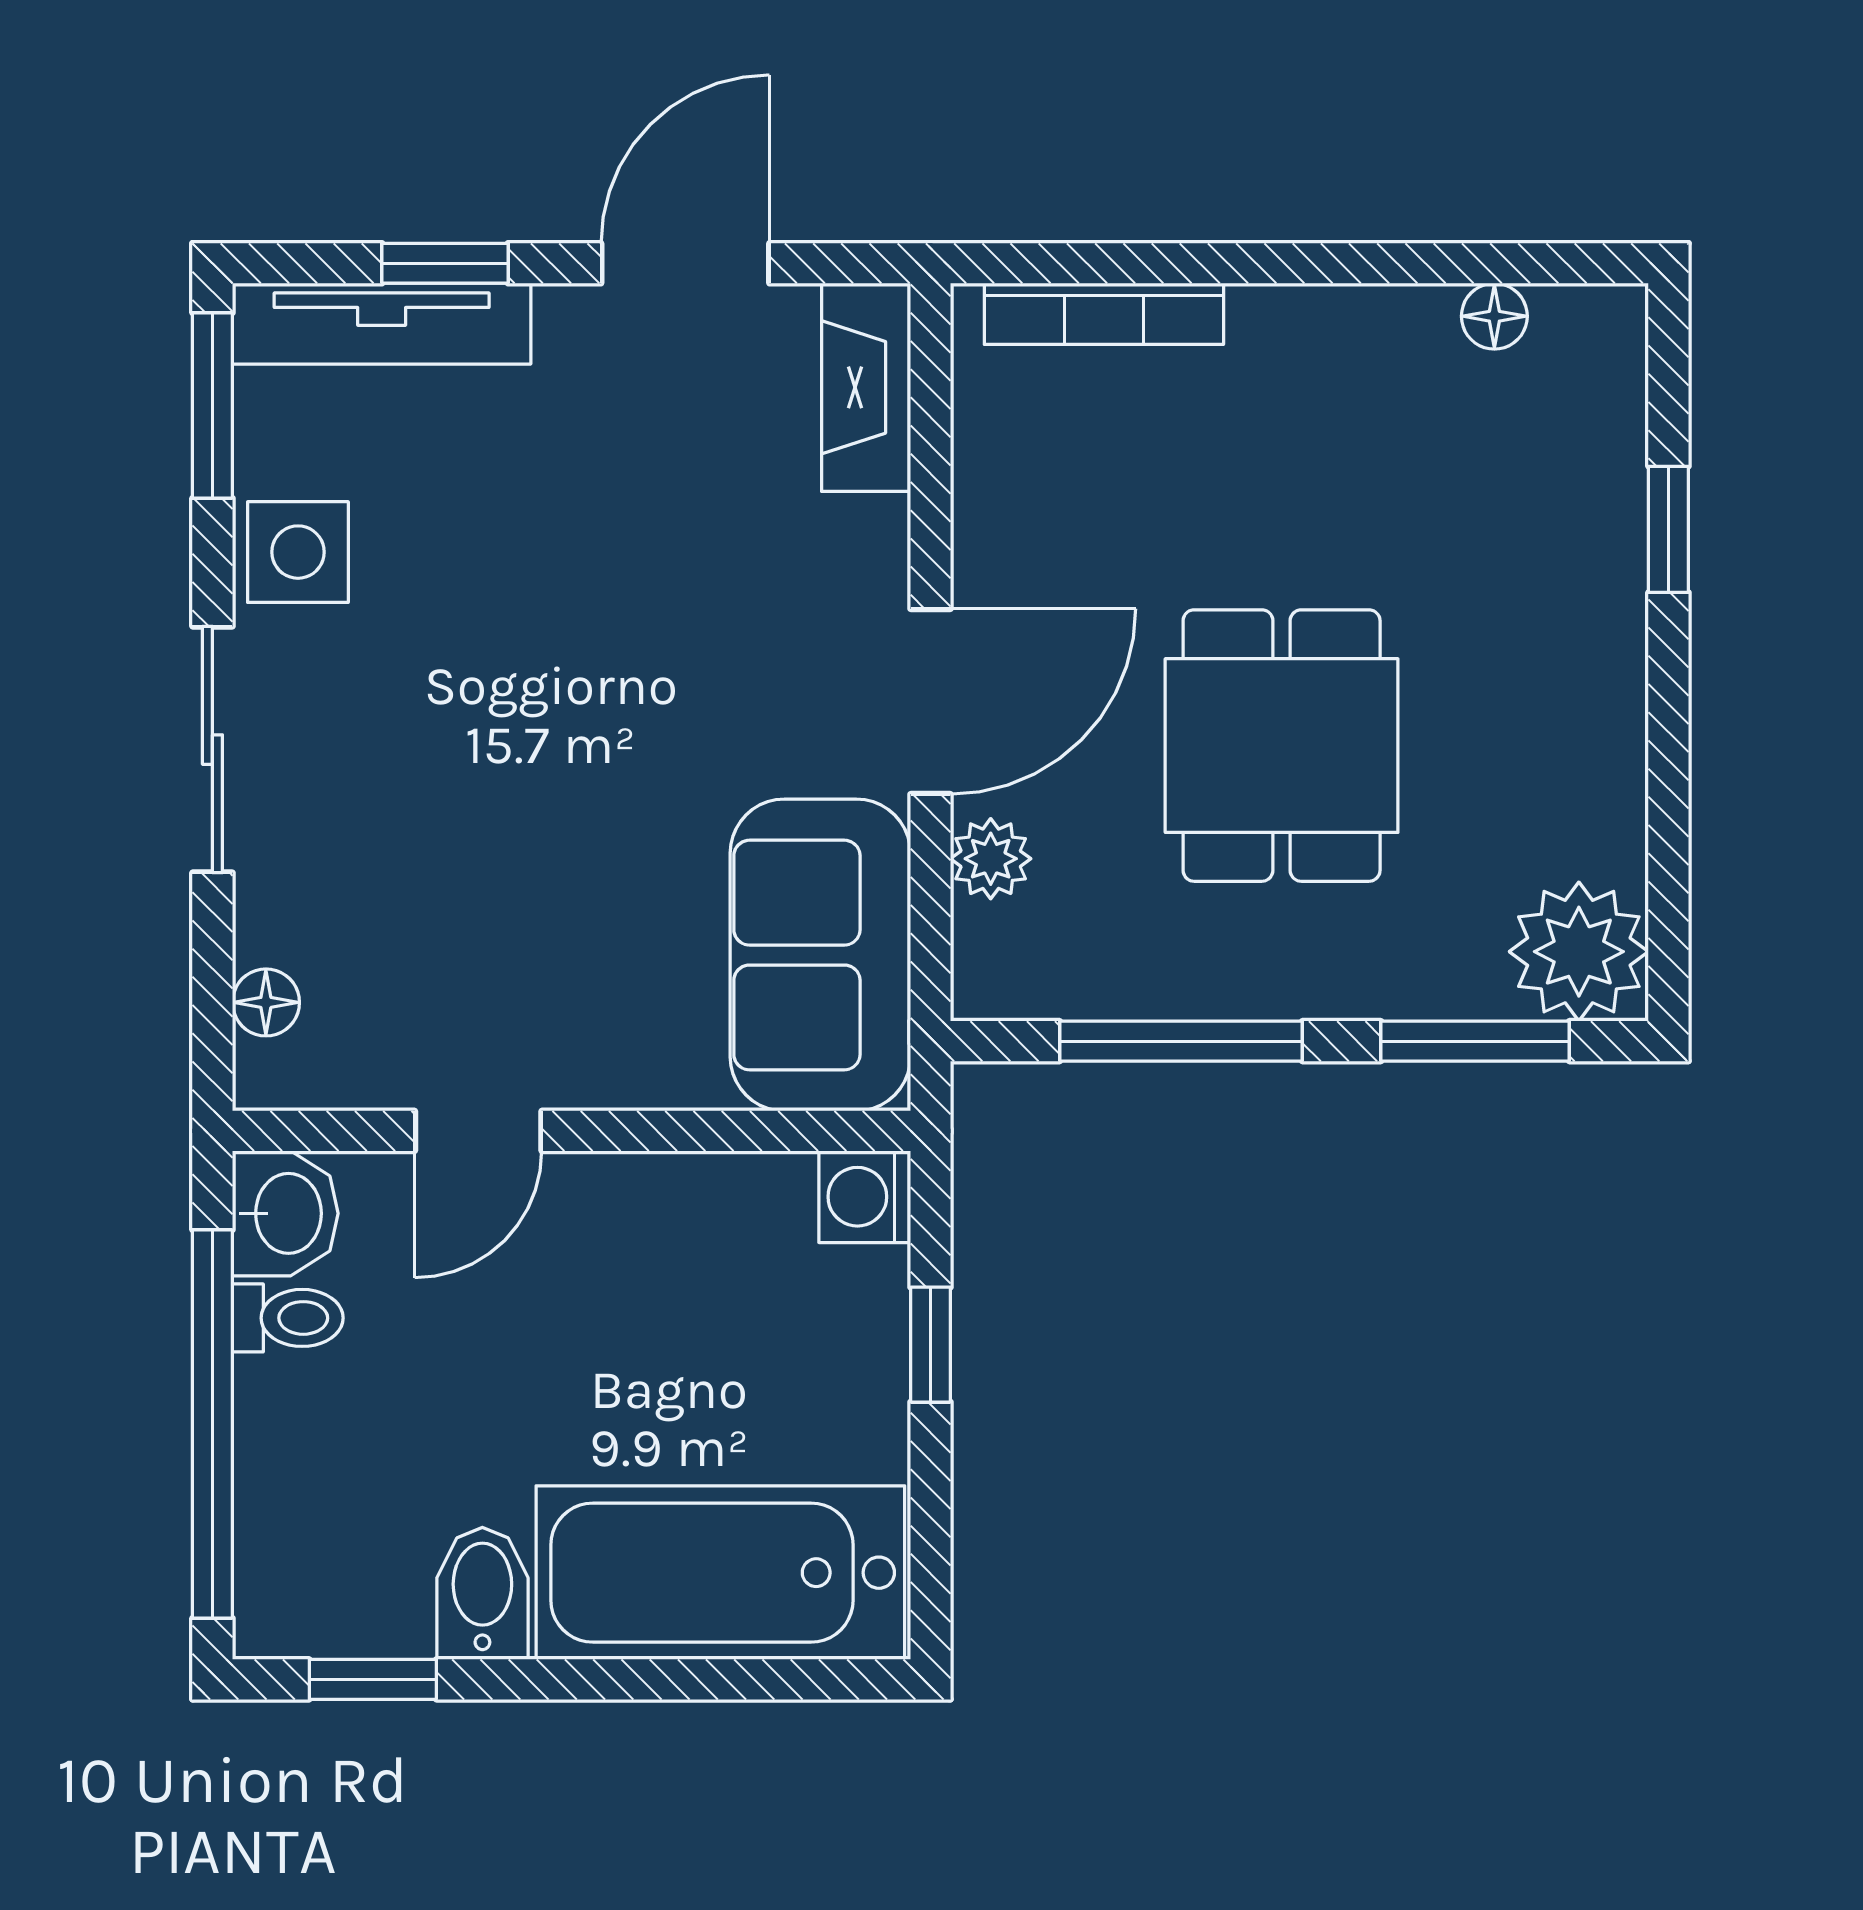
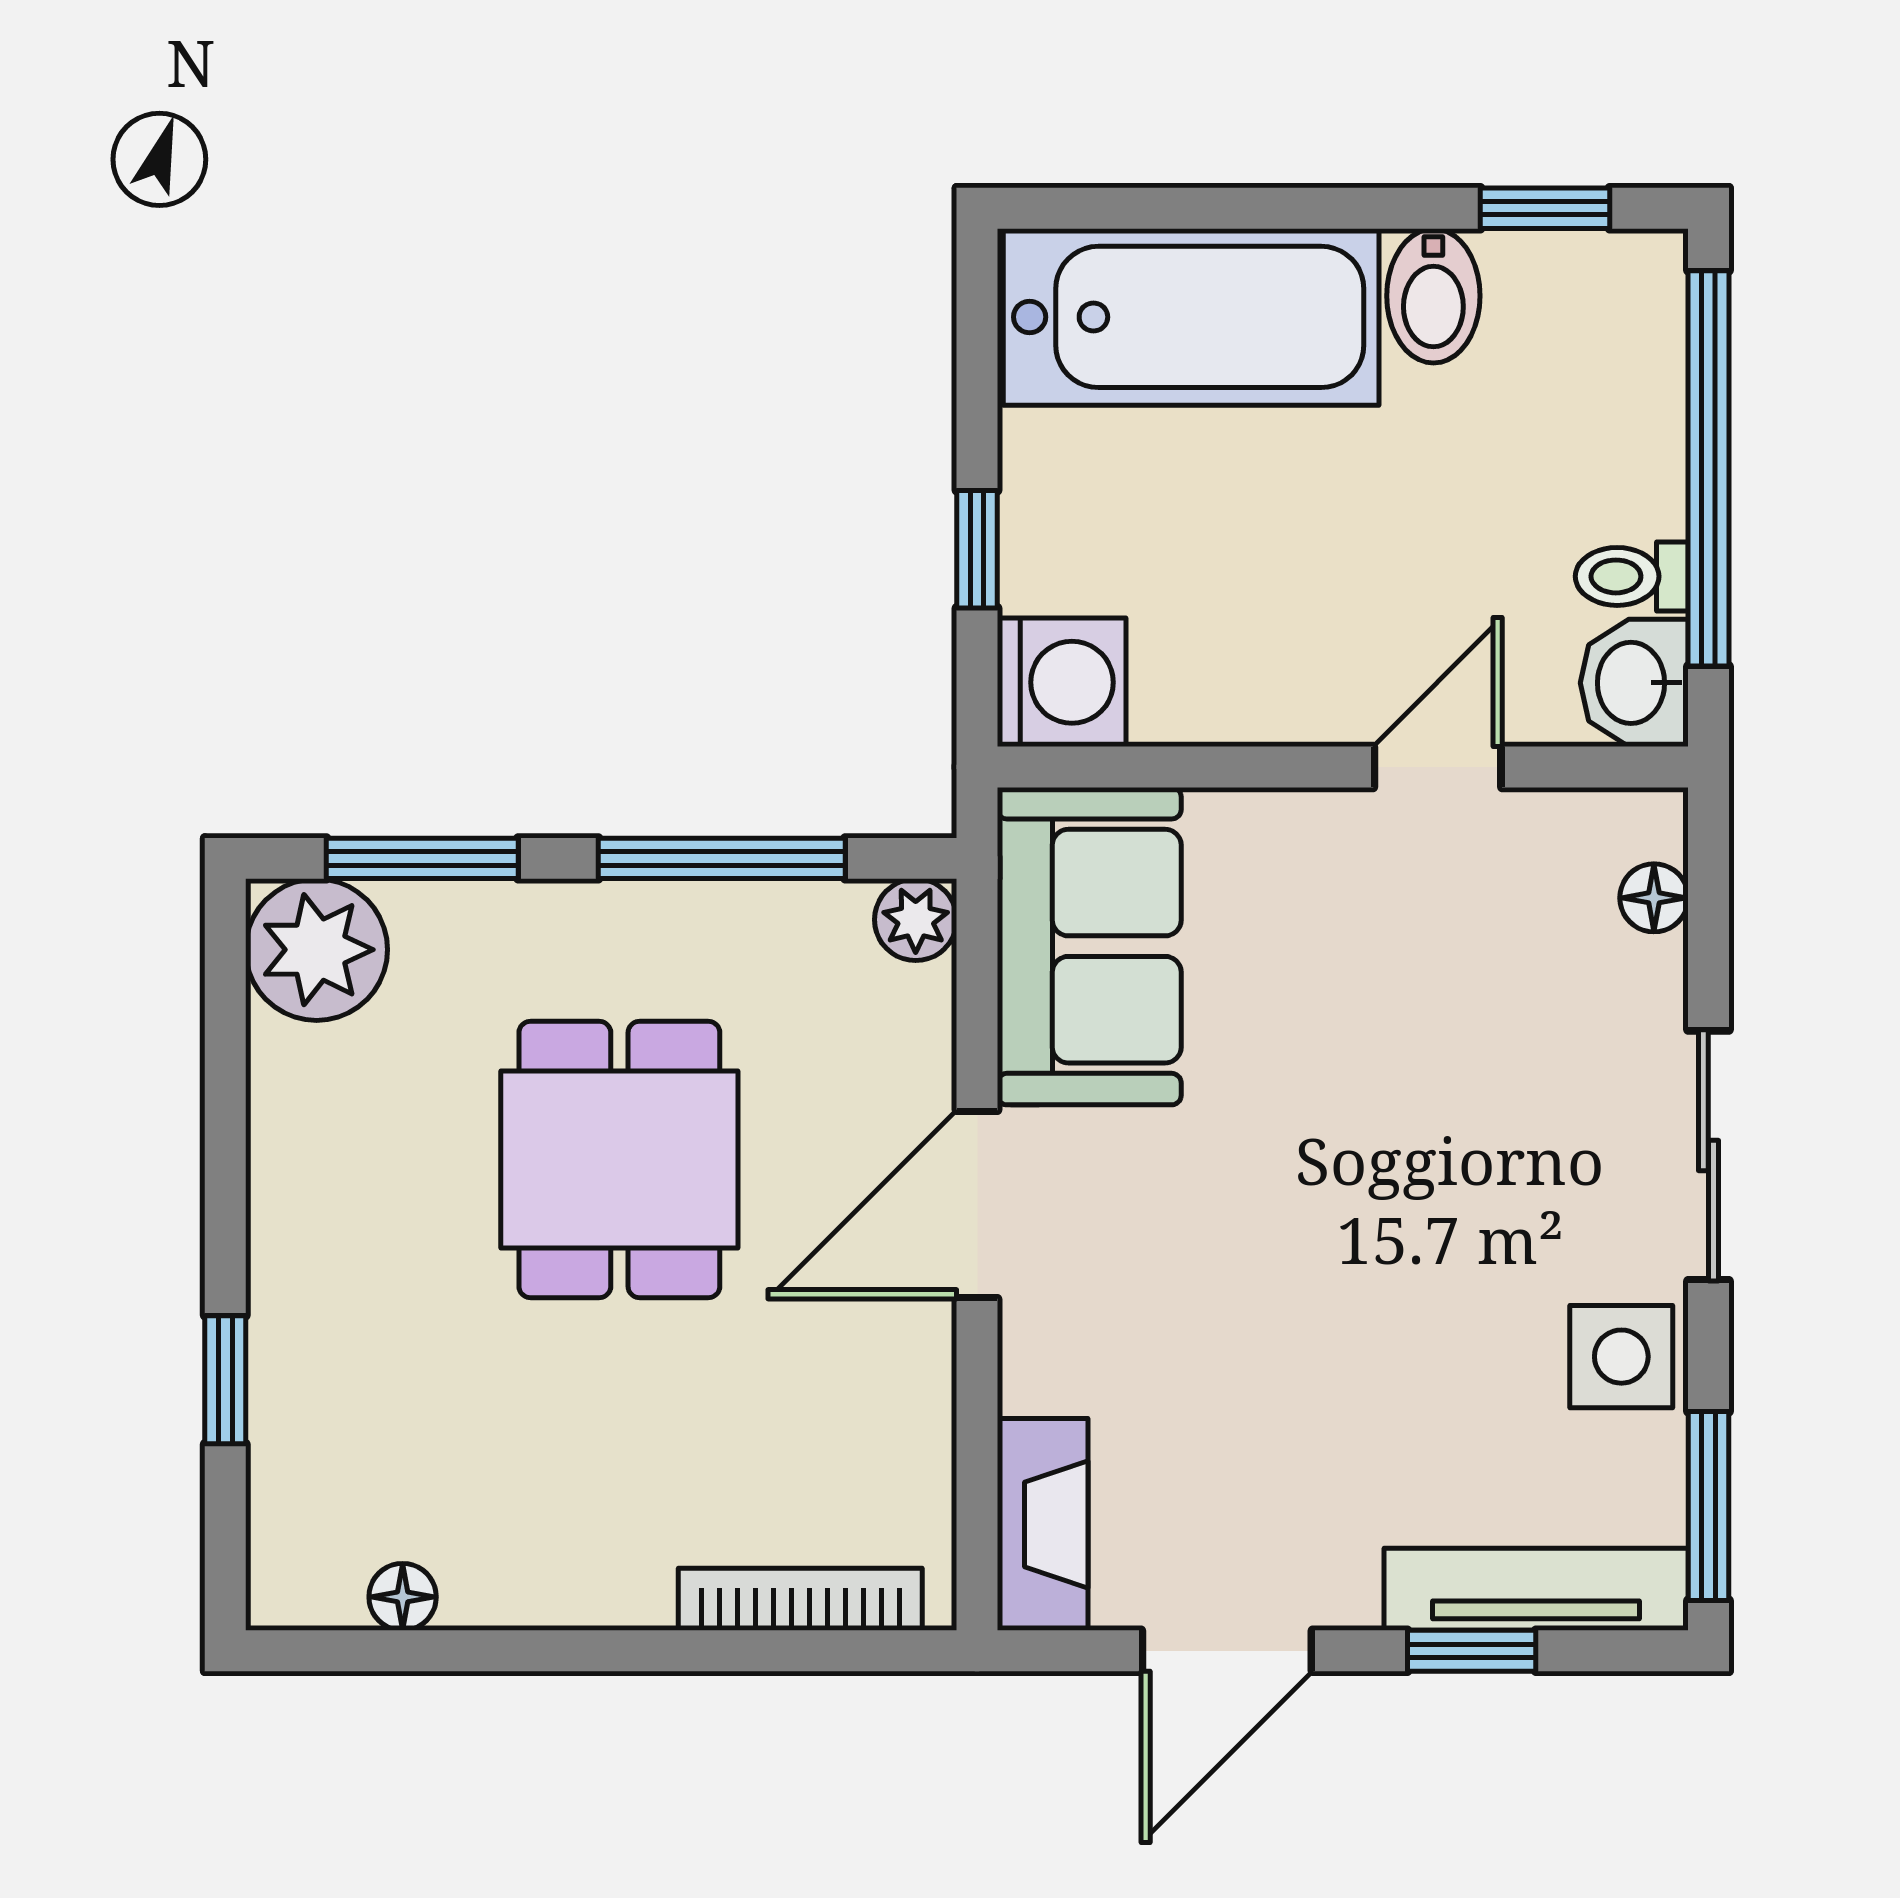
plant: (991, 859) -> (916, 920), moved
washing machine: (865, 1197) -> (1062, 682), width x1.38, depth x1.38

